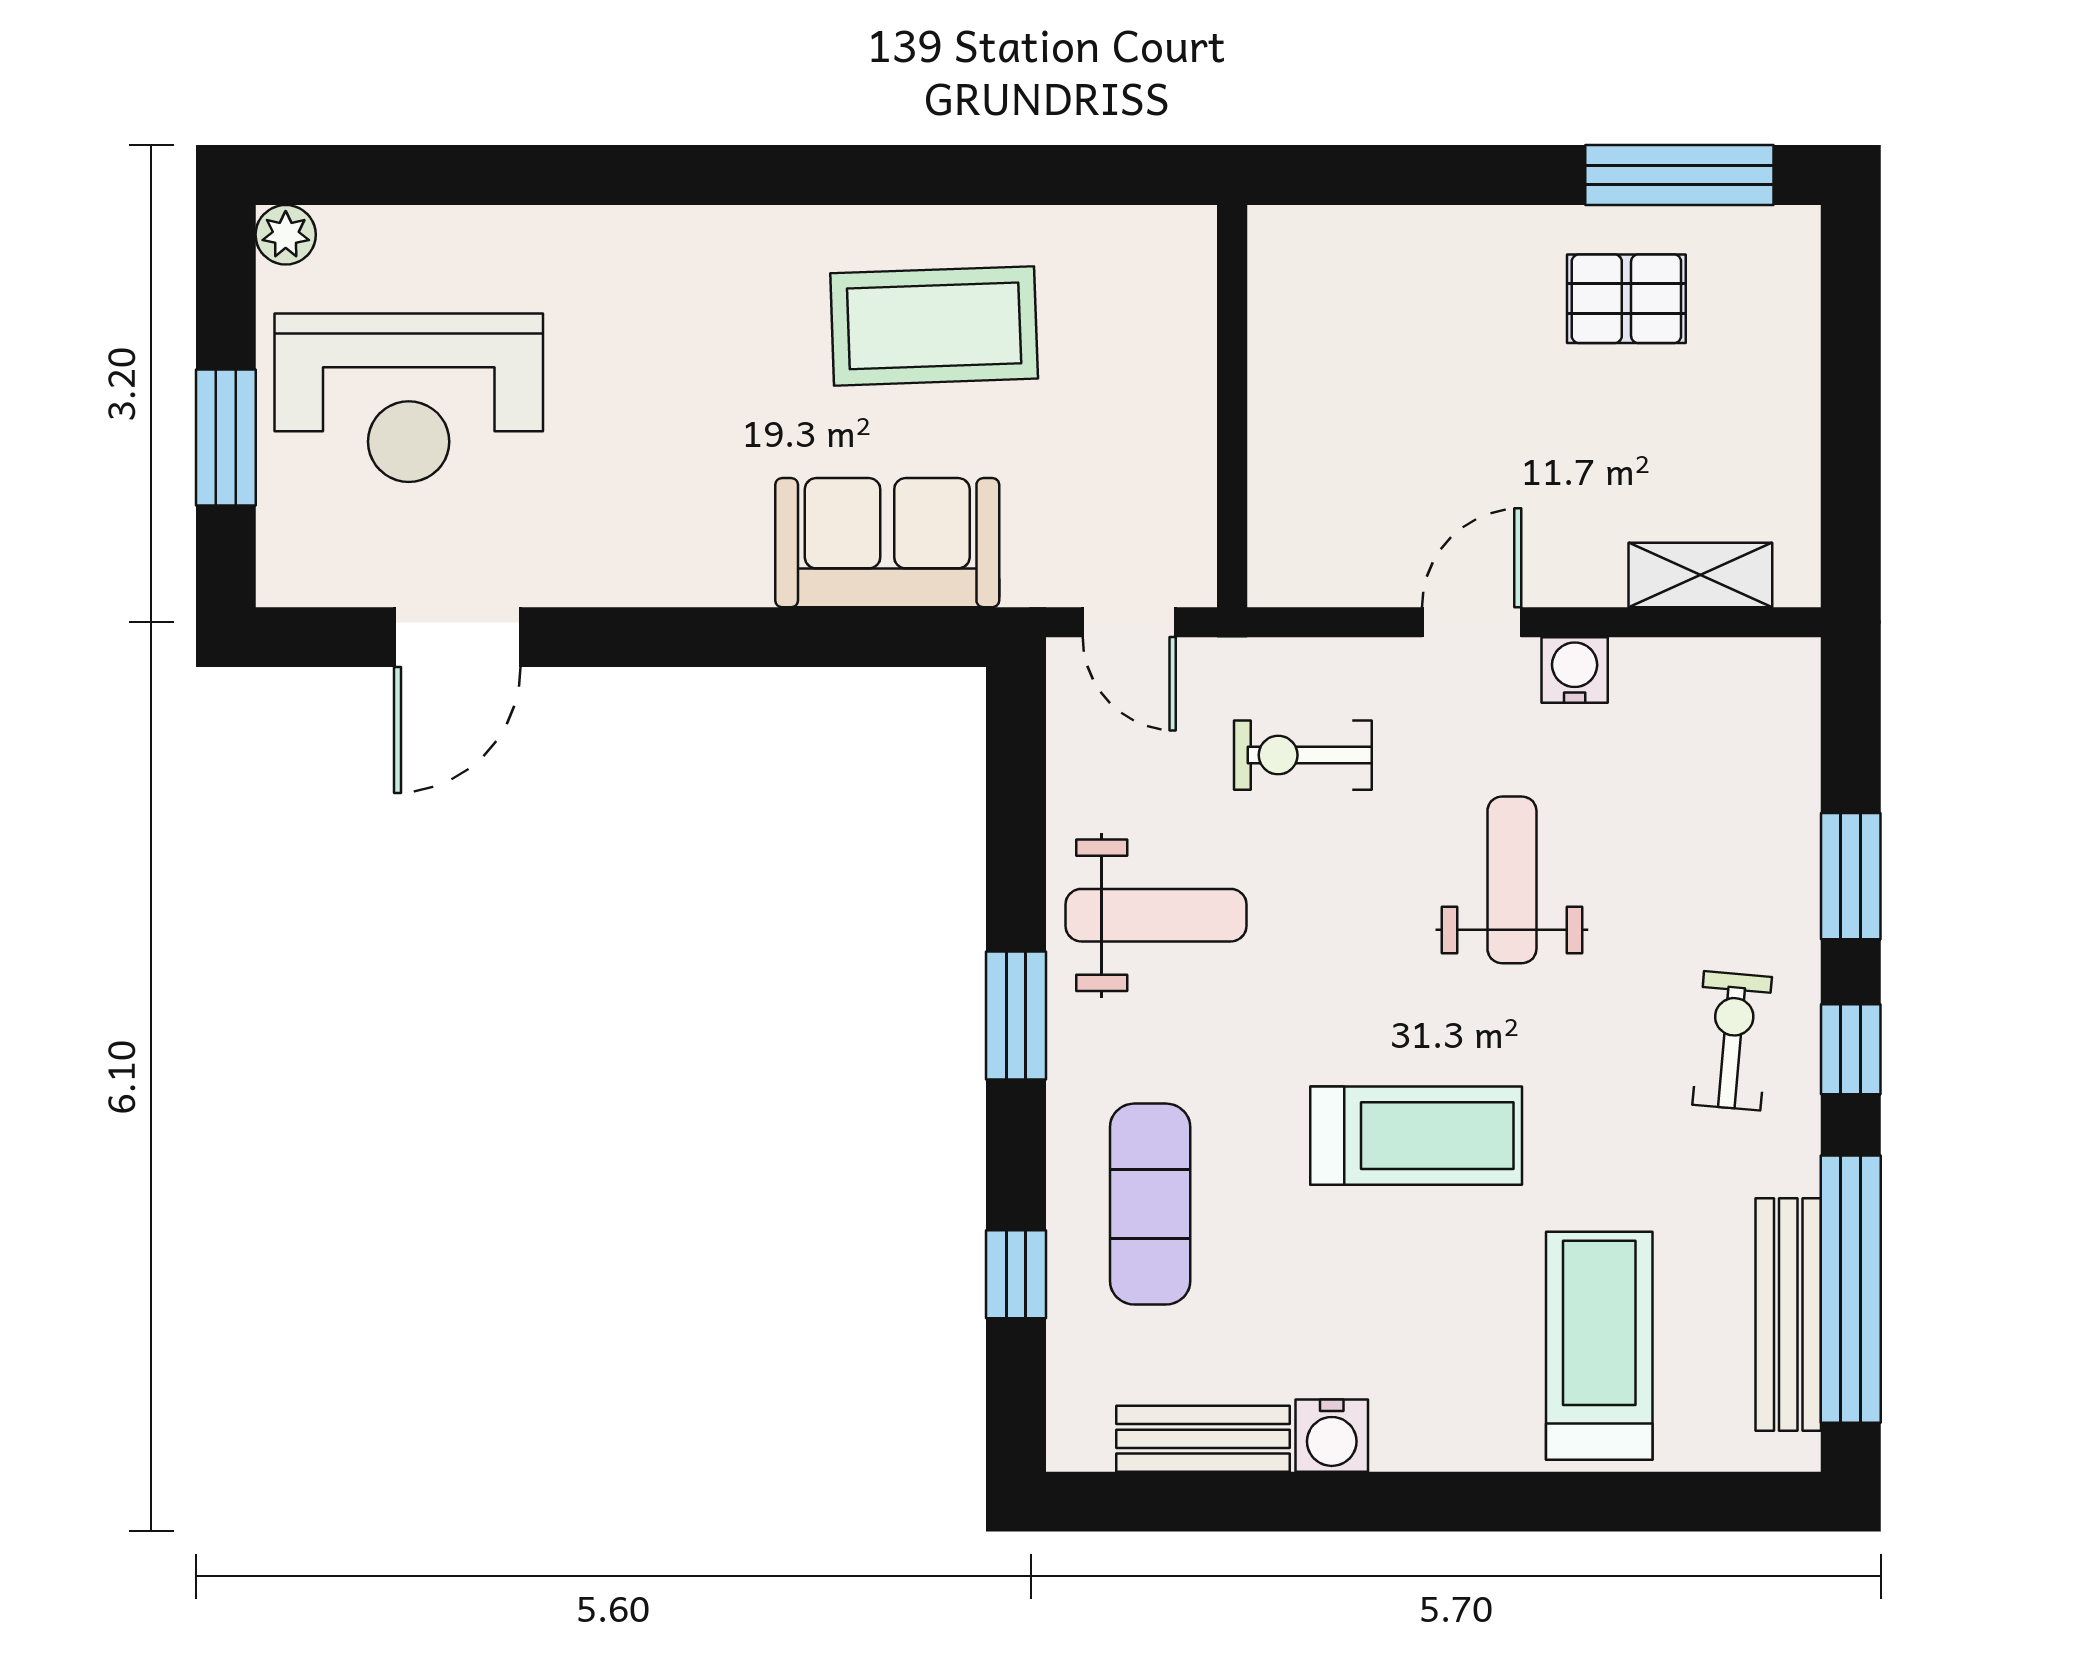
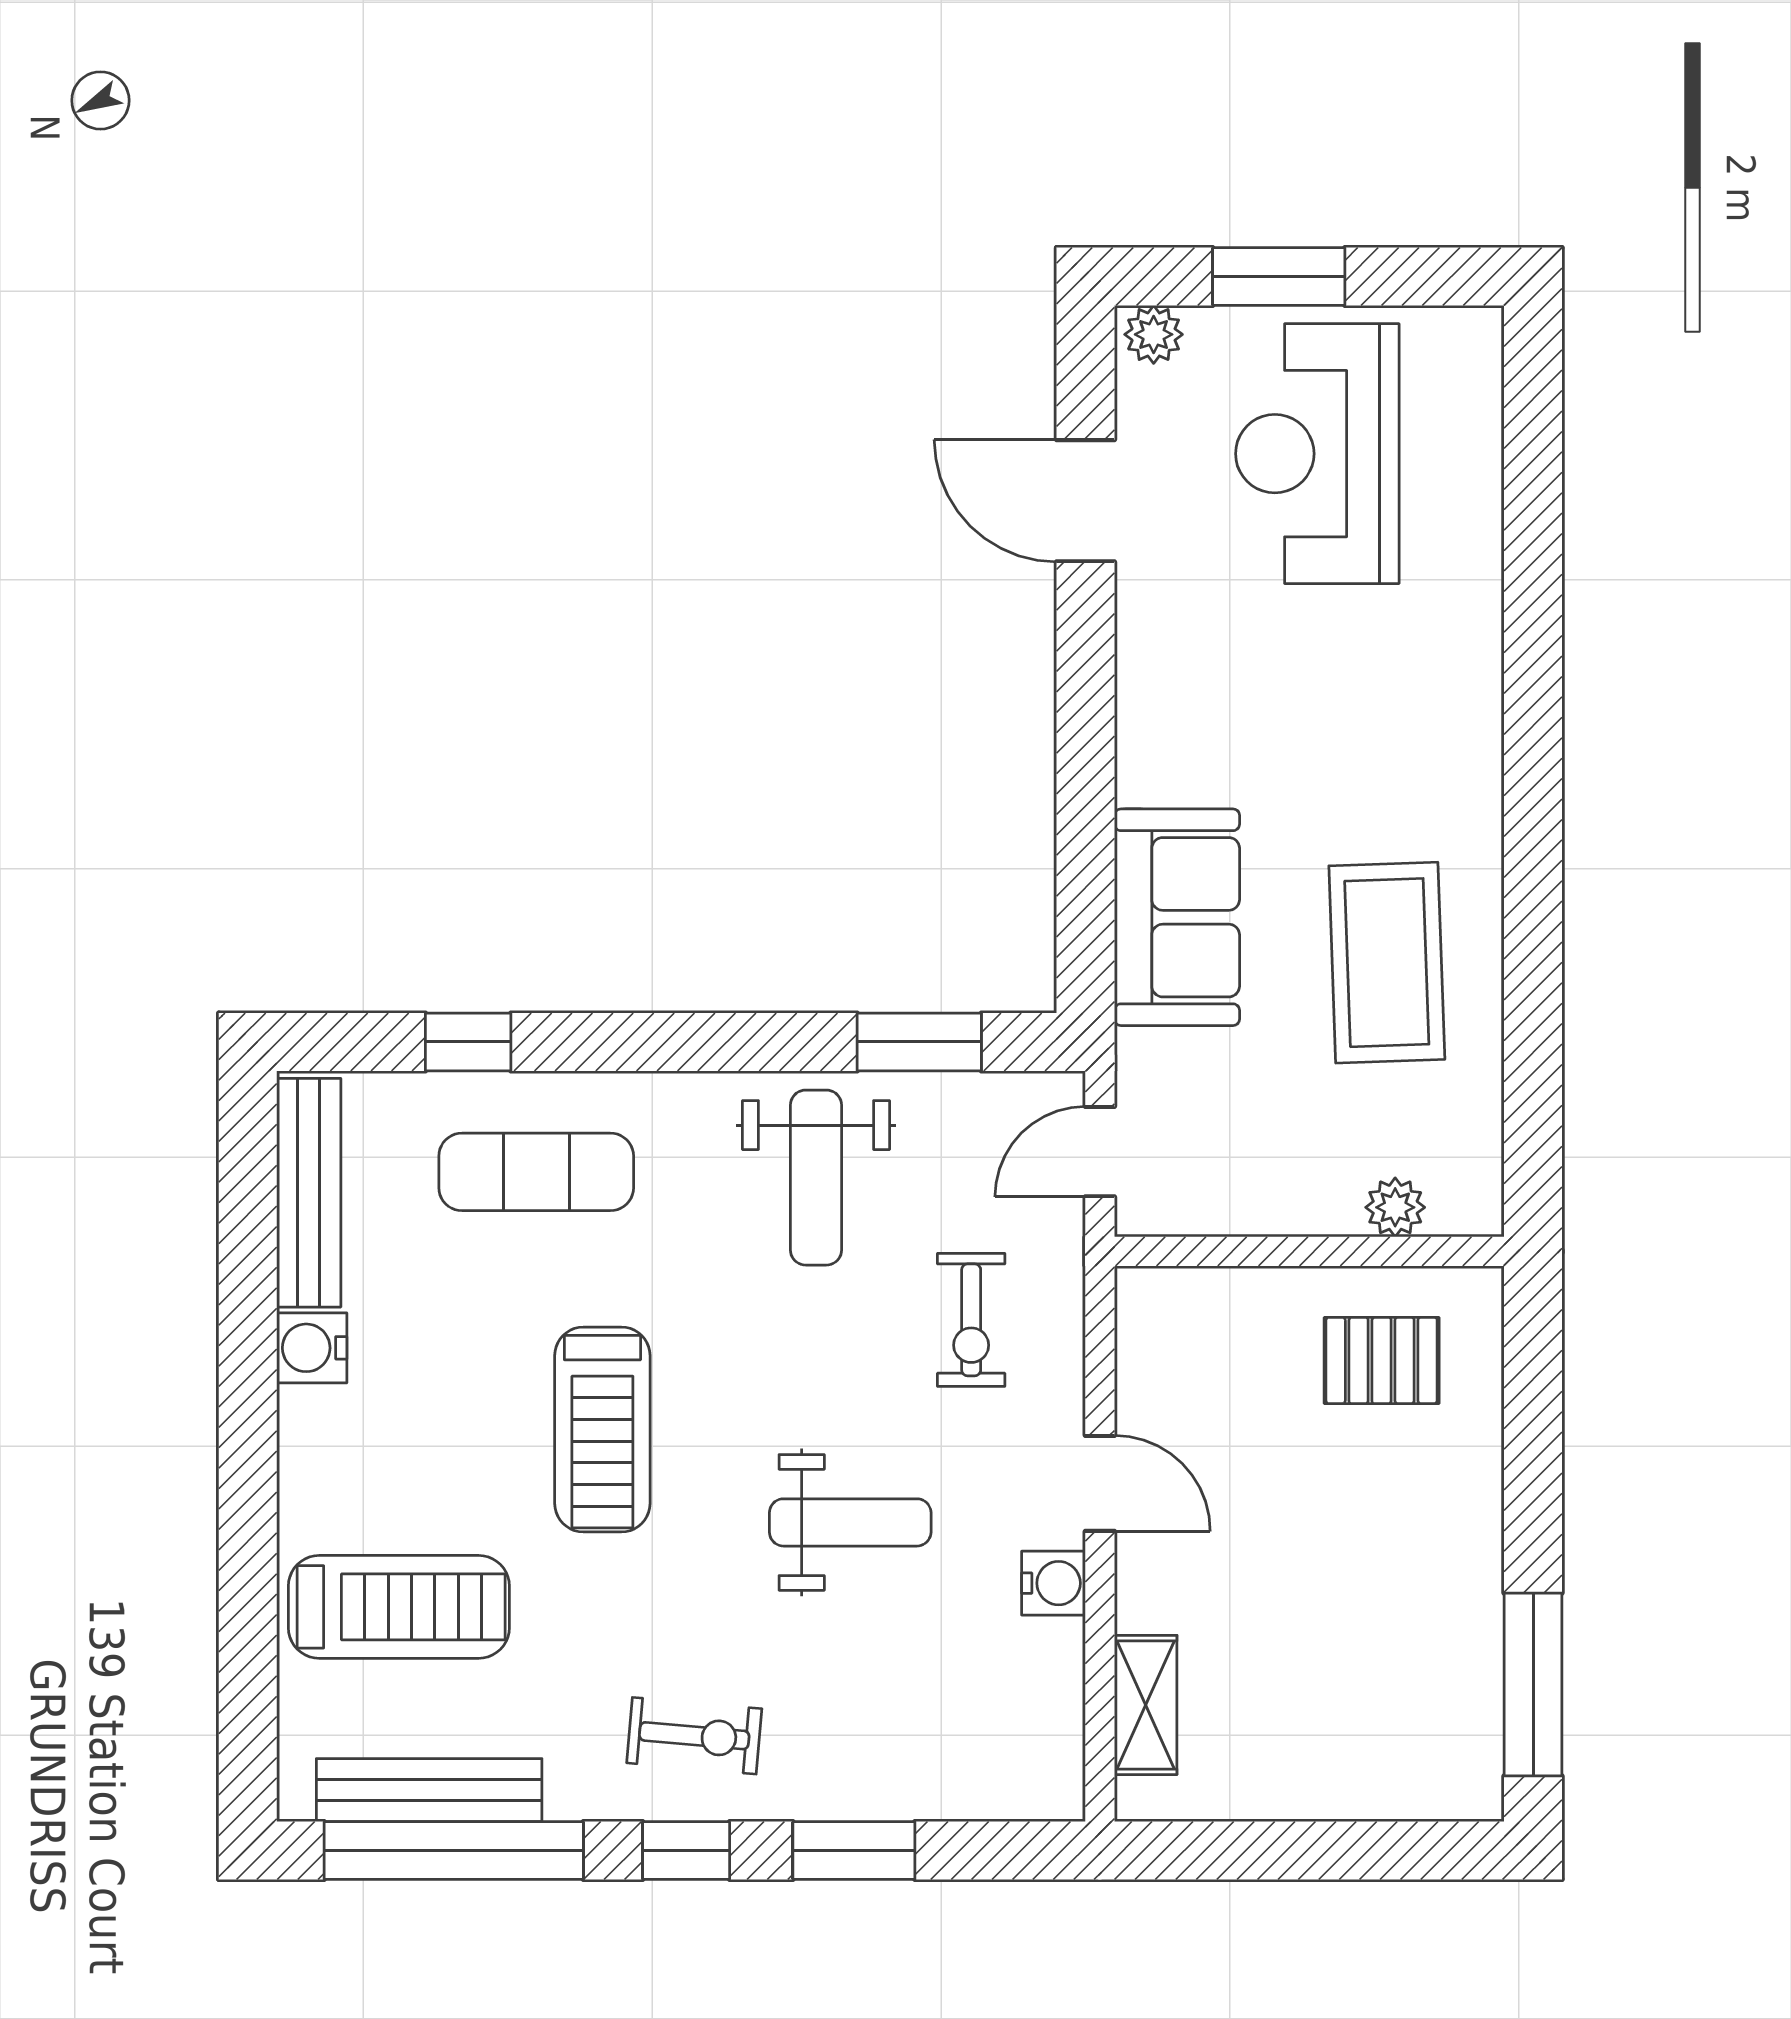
plant: (286, 235) -> (1154, 334), moved
pallet: (1626, 299) -> (1382, 1360), moved, turned 90
plant: (1187, 317) -> (1395, 1207), added
exercise bike: (1303, 755) -> (971, 1320), turned 180
window: (1016, 1015) -> (919, 1042), moved
bench: (1203, 1439) -> (309, 1193), width x1.36

